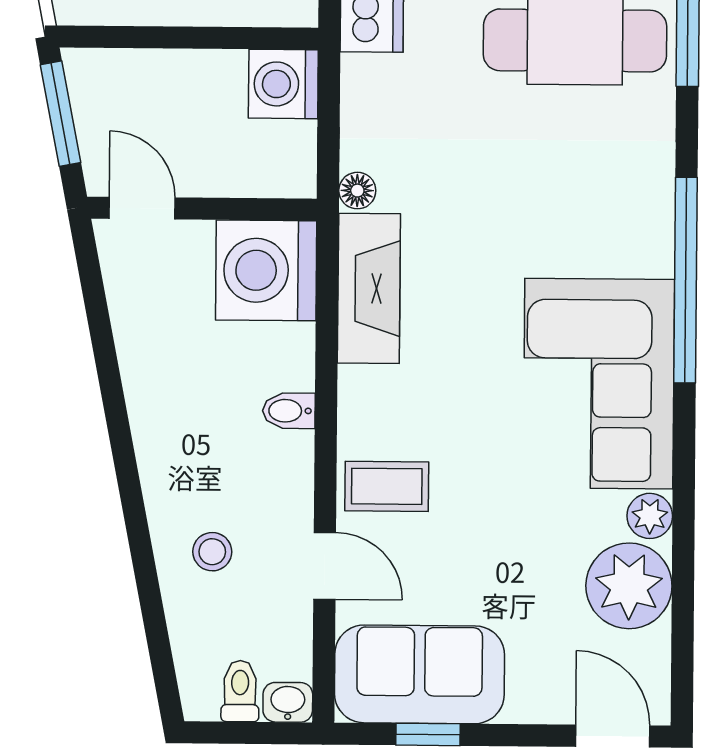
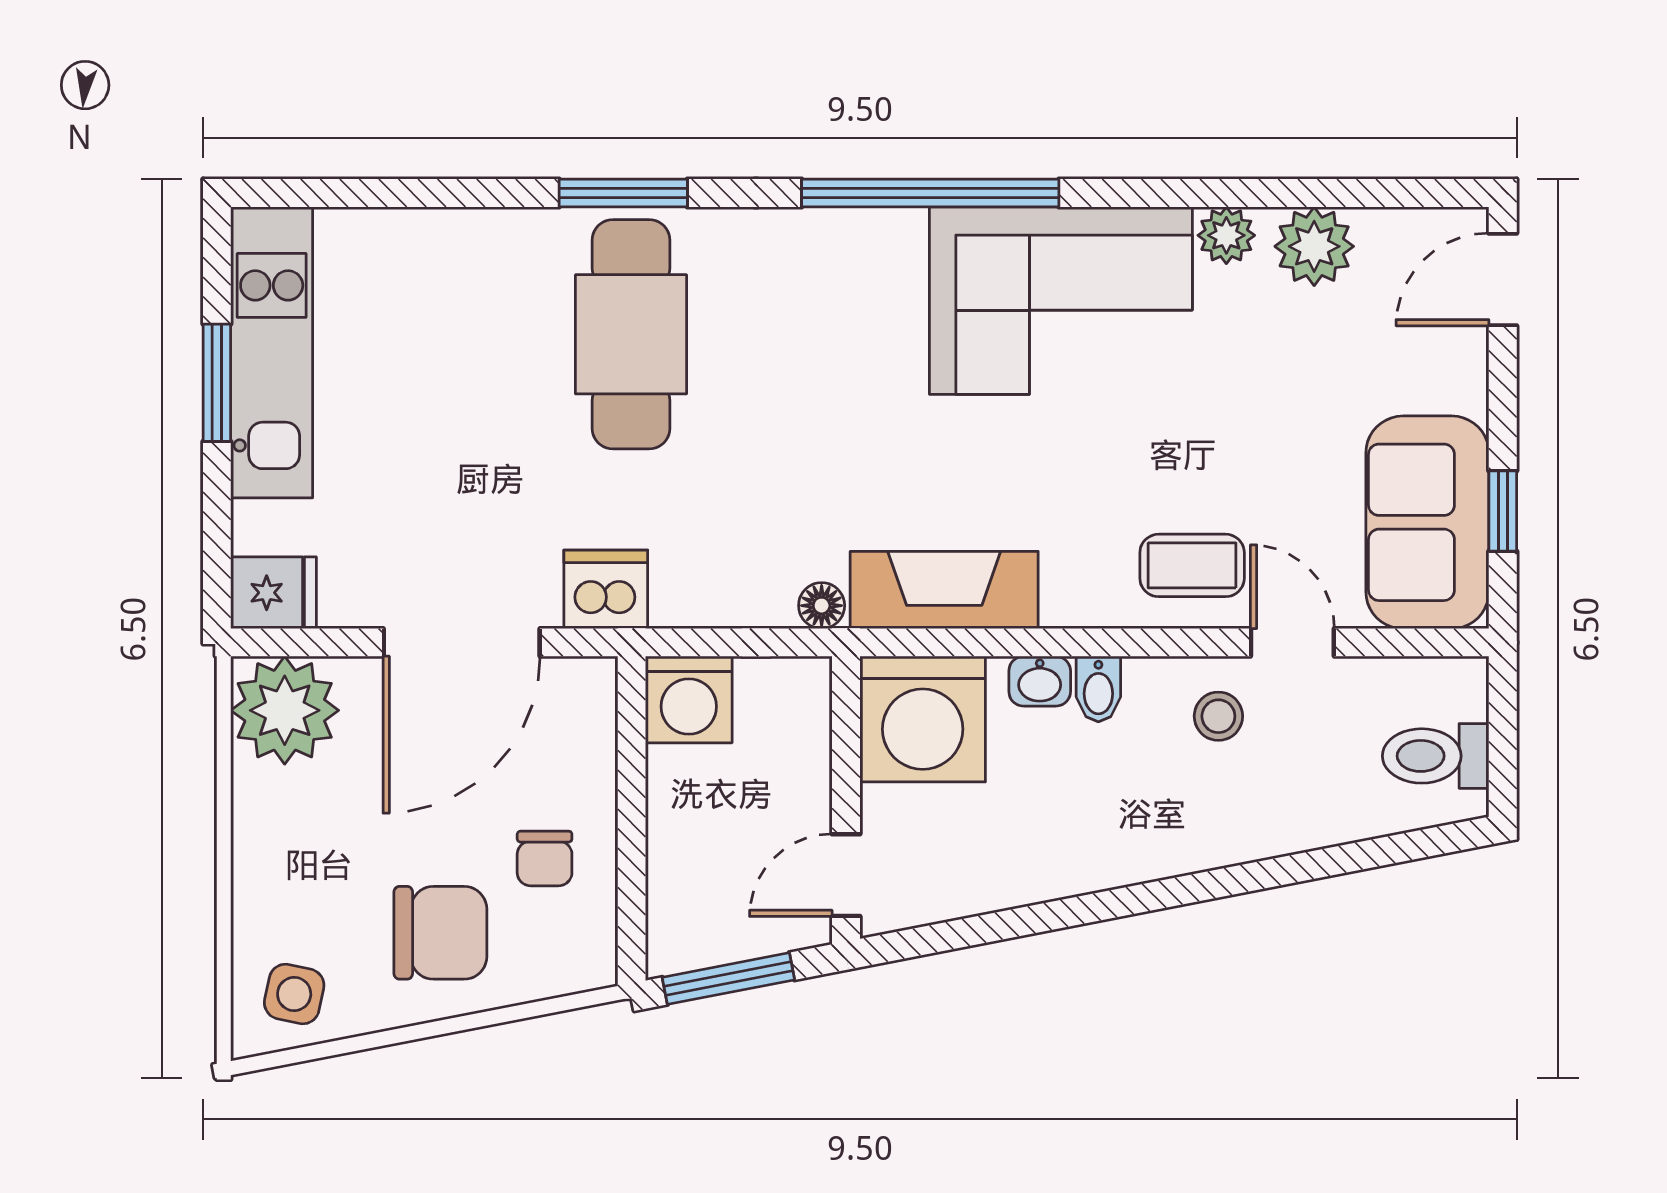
coffee table: (387, 486) -> (1192, 565), turned 90
stool: (212, 552) -> (1218, 716), moved
door: (325, 566) -> (1292, 642), hinge flipped
plant: (629, 586) -> (1314, 246), width x0.73, depth x0.73
toilet: (240, 691) -> (1436, 756), width x1.37, depth x1.39
washbasin: (288, 702) -> (1040, 681), moved, turned -90

